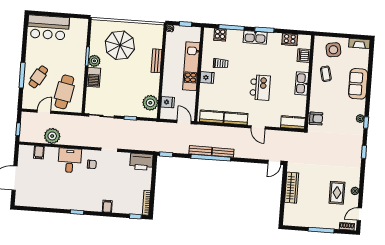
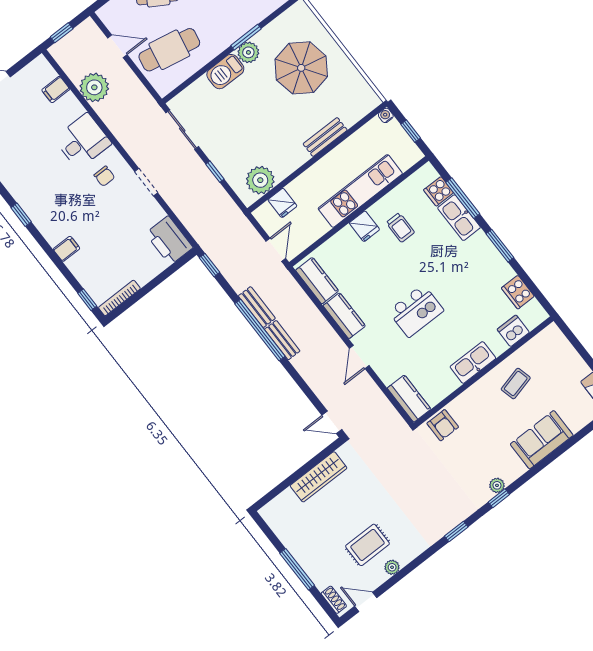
kitchen sink: (255, 37) -> (459, 218), moved
side table: (333, 50) -> (558, 364), removed

